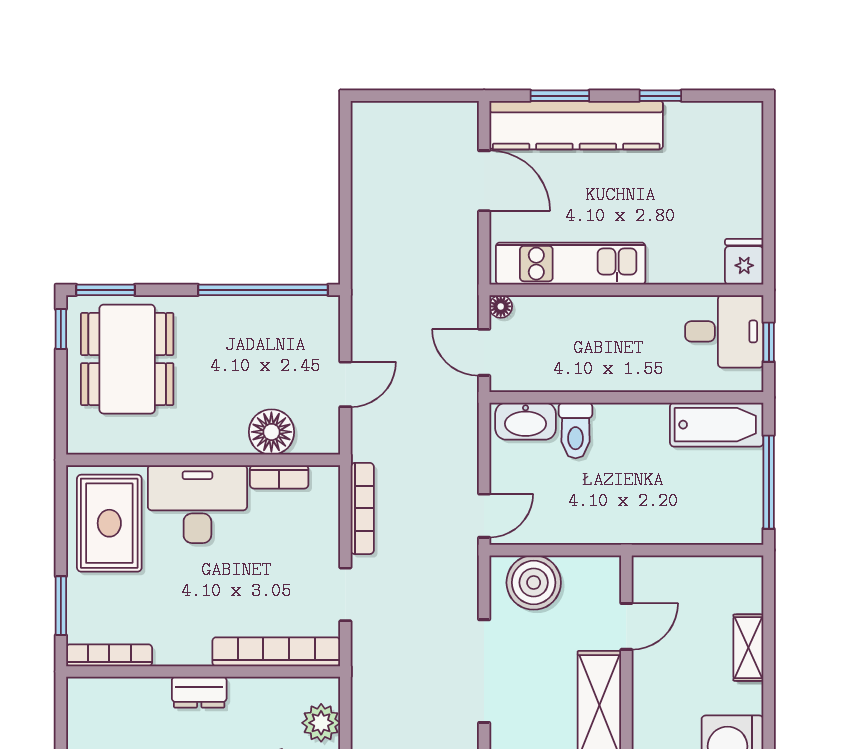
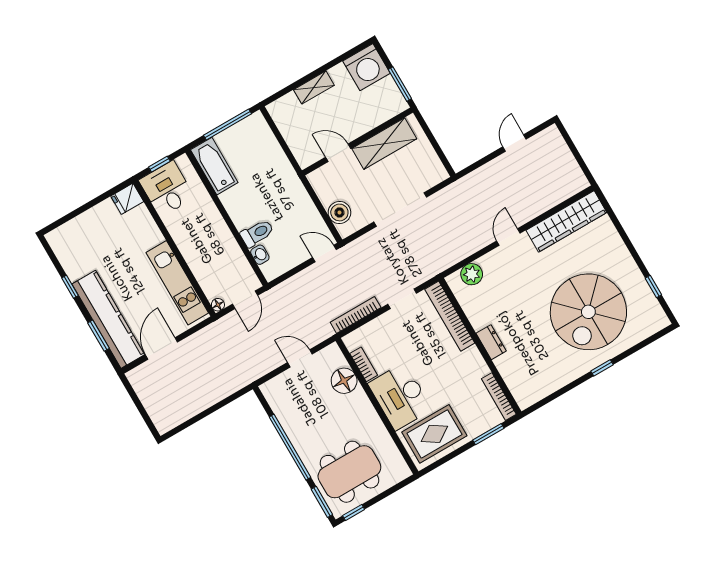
window: (263, 290) -> (290, 447), moved
washbasin: (526, 421) -> (260, 255), width x0.52, depth x0.69
boiler: (534, 583) -> (339, 212), width x0.73, depth x0.73

